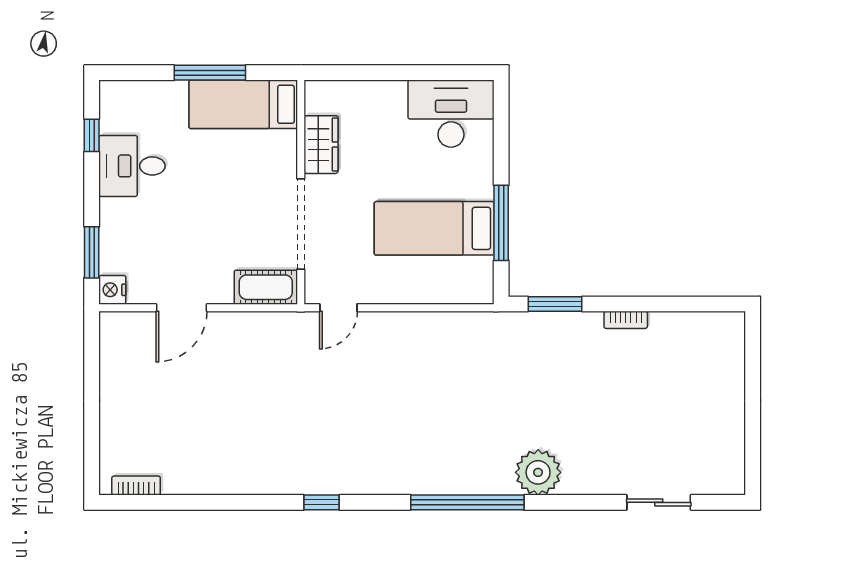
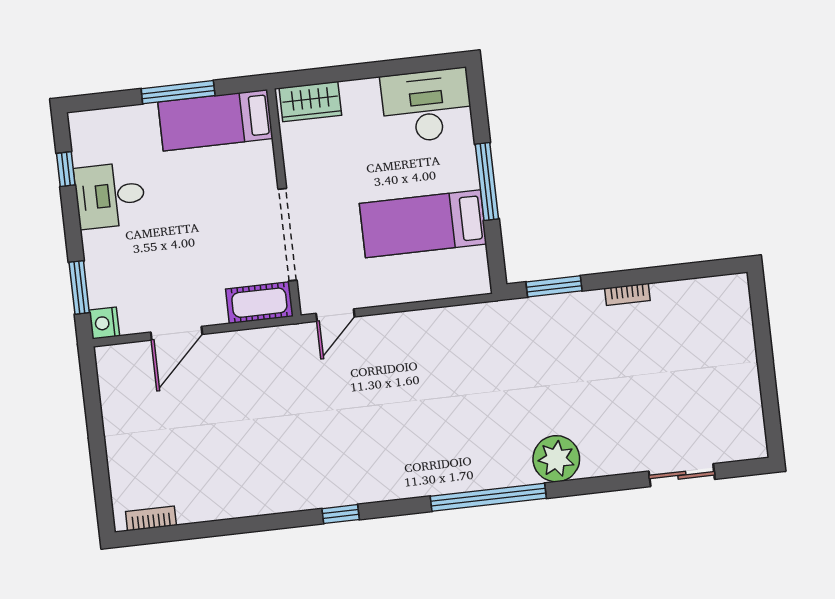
wardrobe: (321, 145) -> (310, 102), moved, turned 90
window: (501, 223) -> (487, 182), moved

